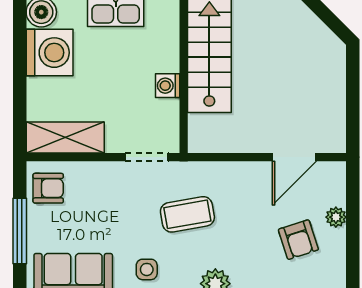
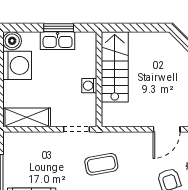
armchair: (48, 188) -> (16, 148), removed

